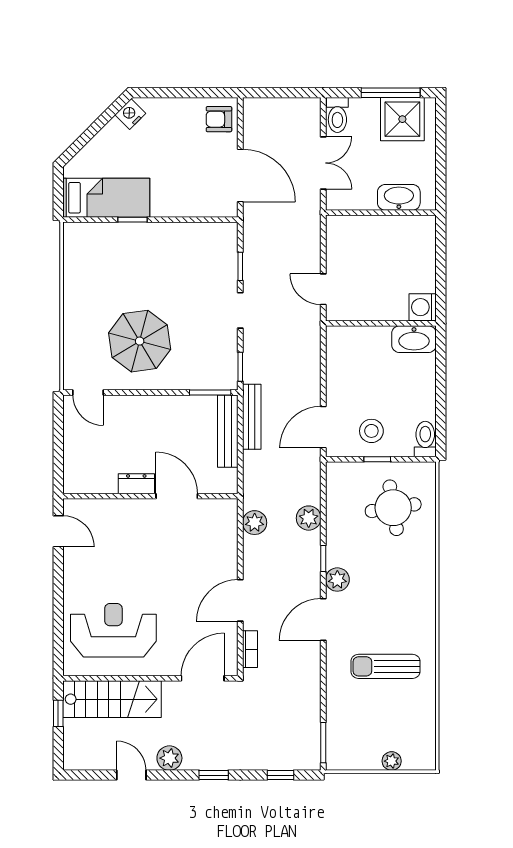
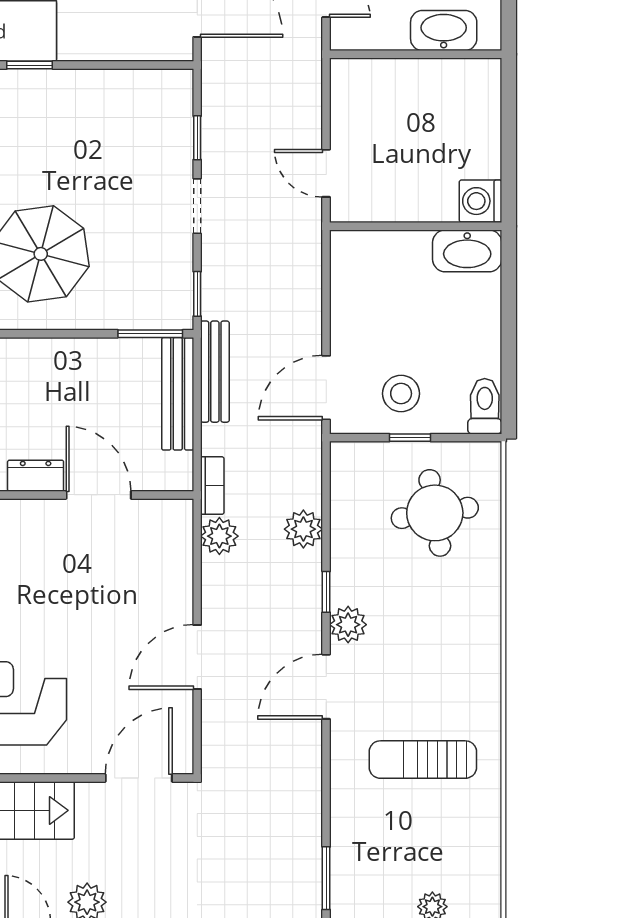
bookcase: (250, 649) -> (212, 486), moved

